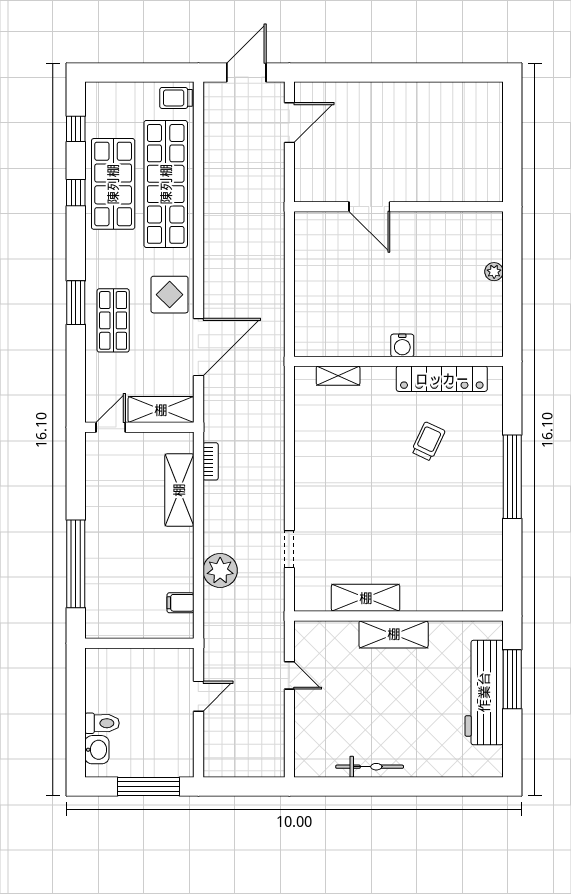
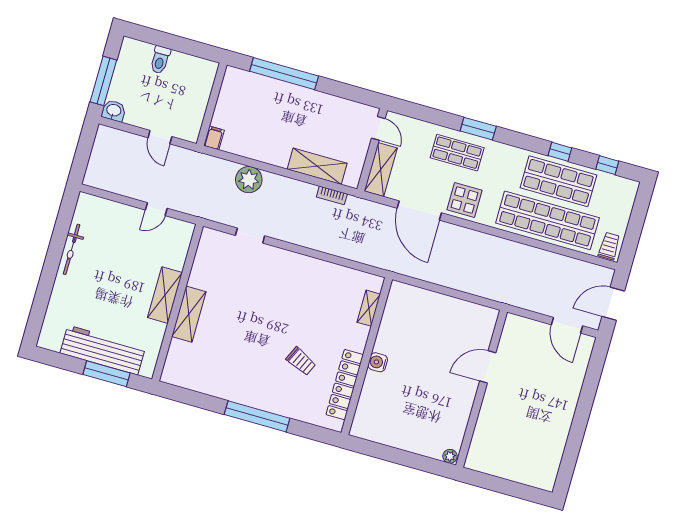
door: (246, 73) -> (613, 304), swing flipped
plant: (494, 272) -> (450, 456), moved
shelving: (366, 598) -> (189, 314), moved
filing cabinet: (181, 603) -> (214, 138), moved
washbasin: (97, 750) -> (114, 111), moved, turned 180

